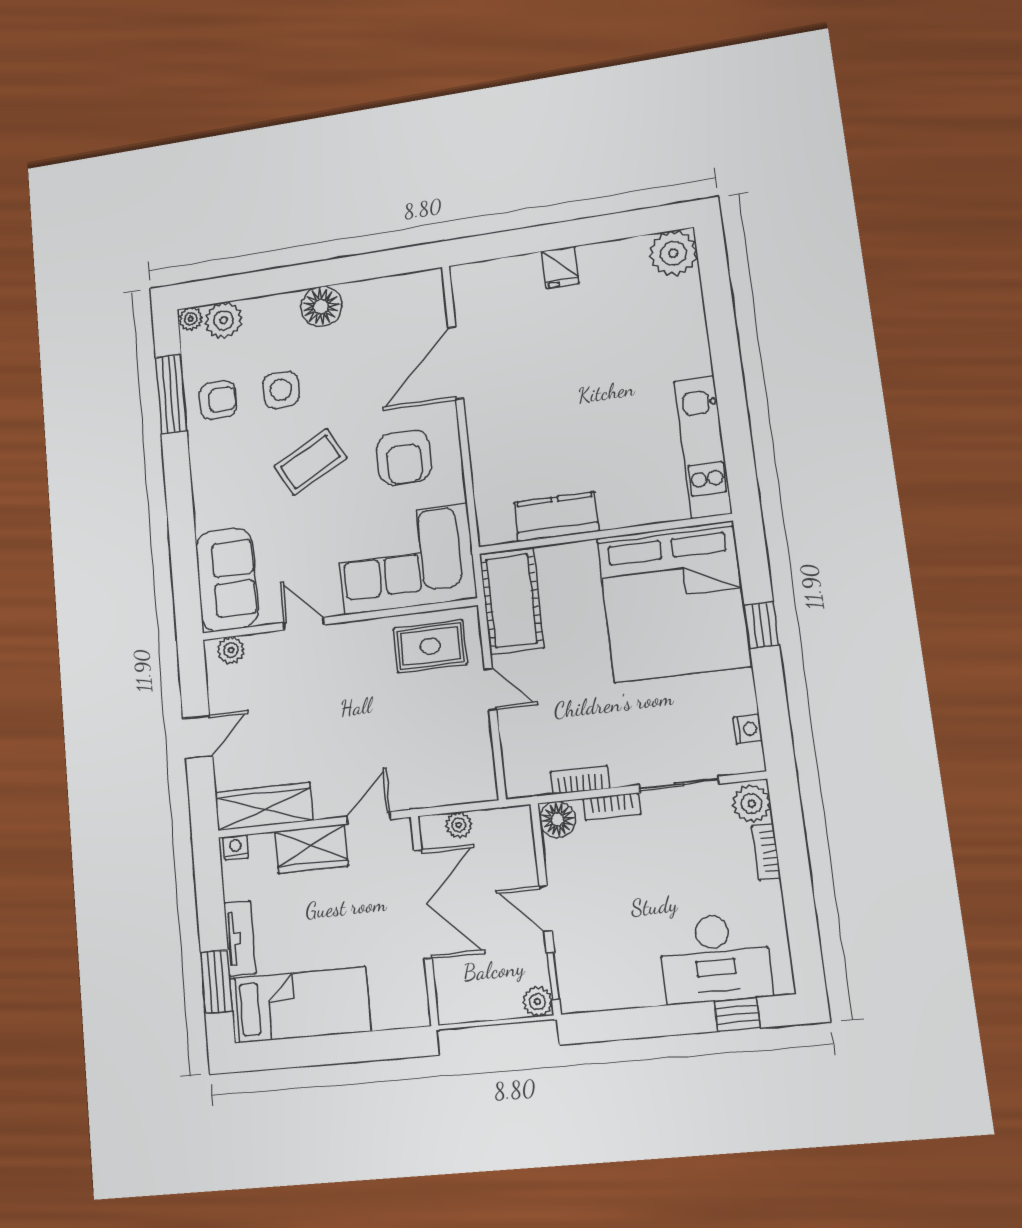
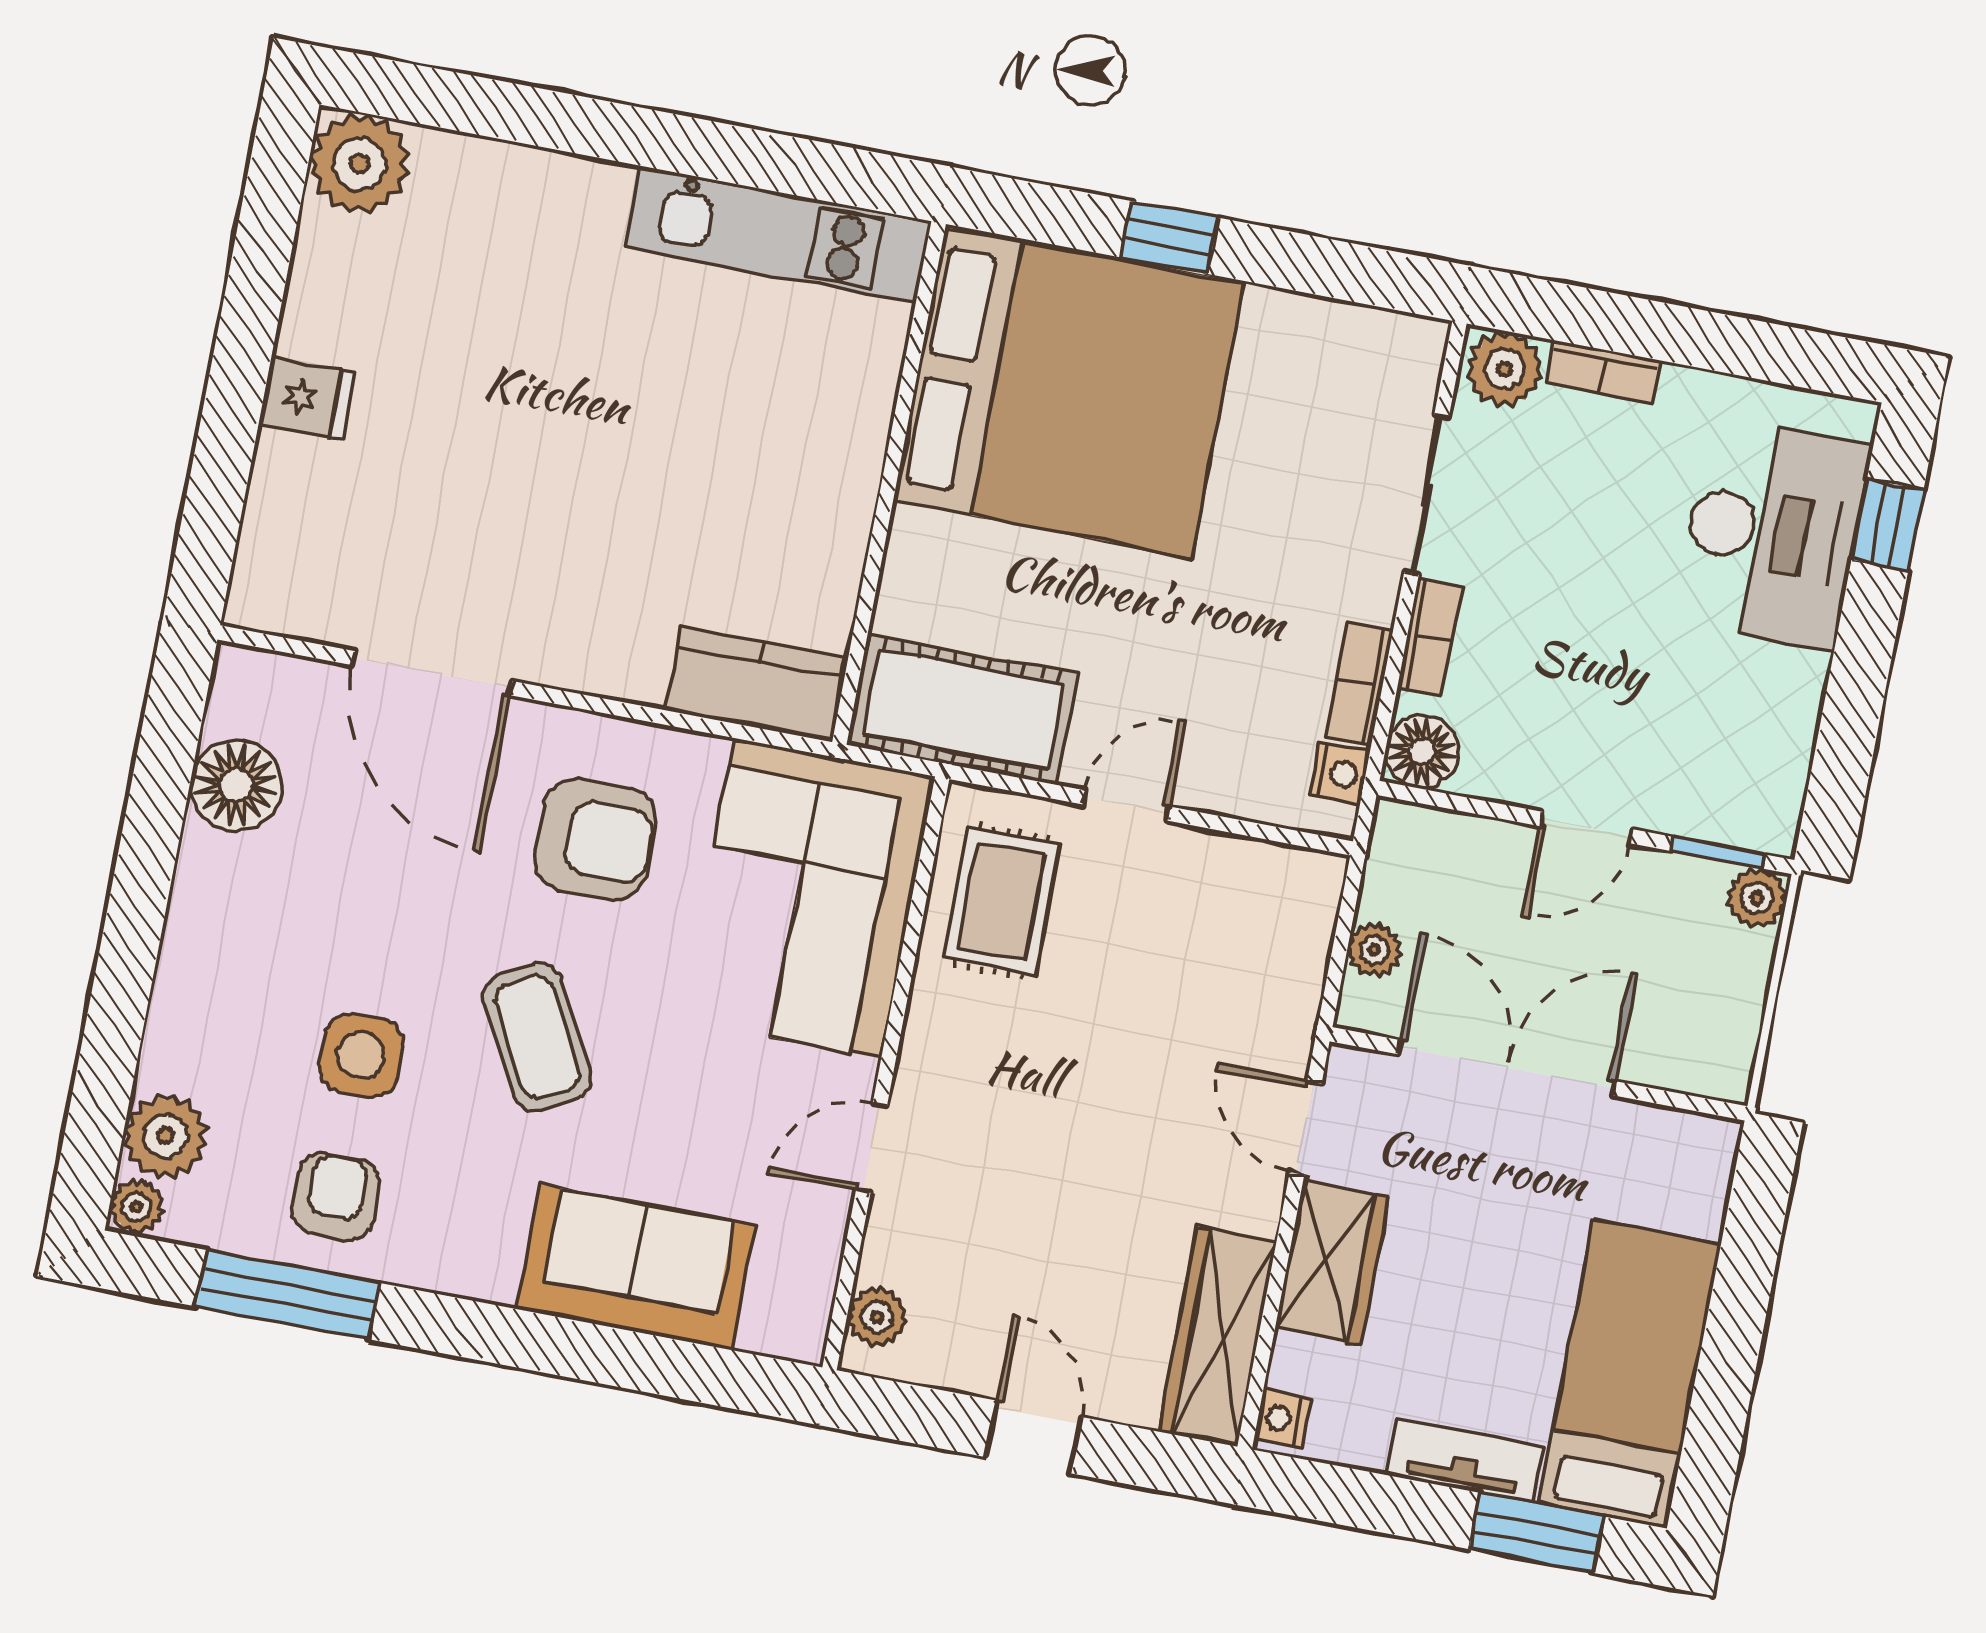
floor lamp: (321, 307) -> (236, 785), moved
kitchen counter: (556, 517) -> (757, 684), moved, turned 90
sofa: (227, 579) -> (635, 1267), moved
nightstand: (748, 729) -> (1340, 773), moved, turned 90

